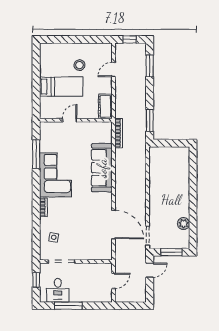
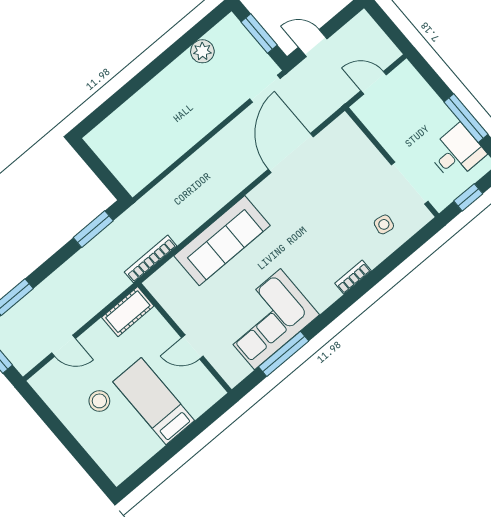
corner sofa: (55, 175) -> (267, 319), moved

